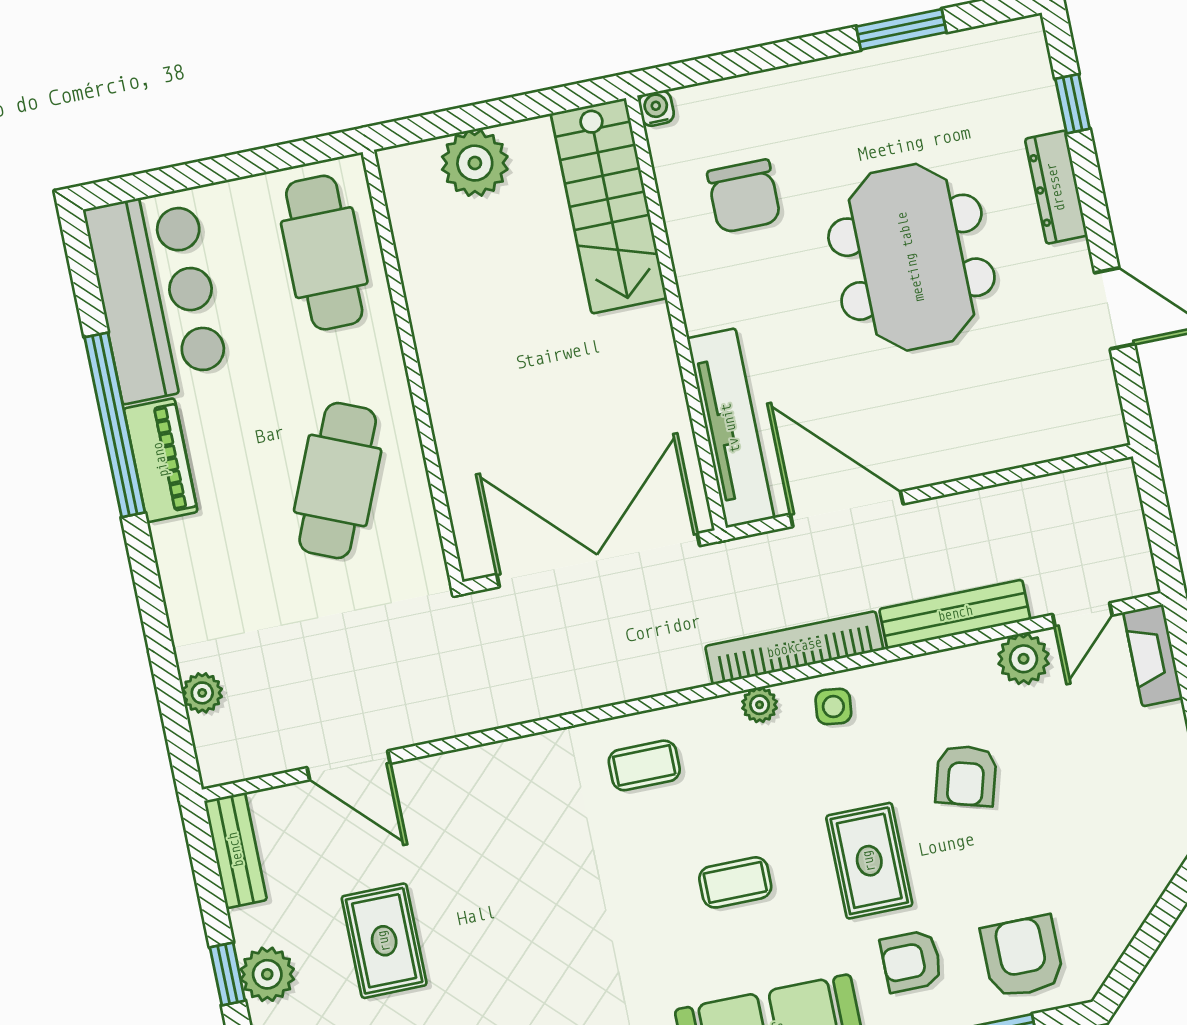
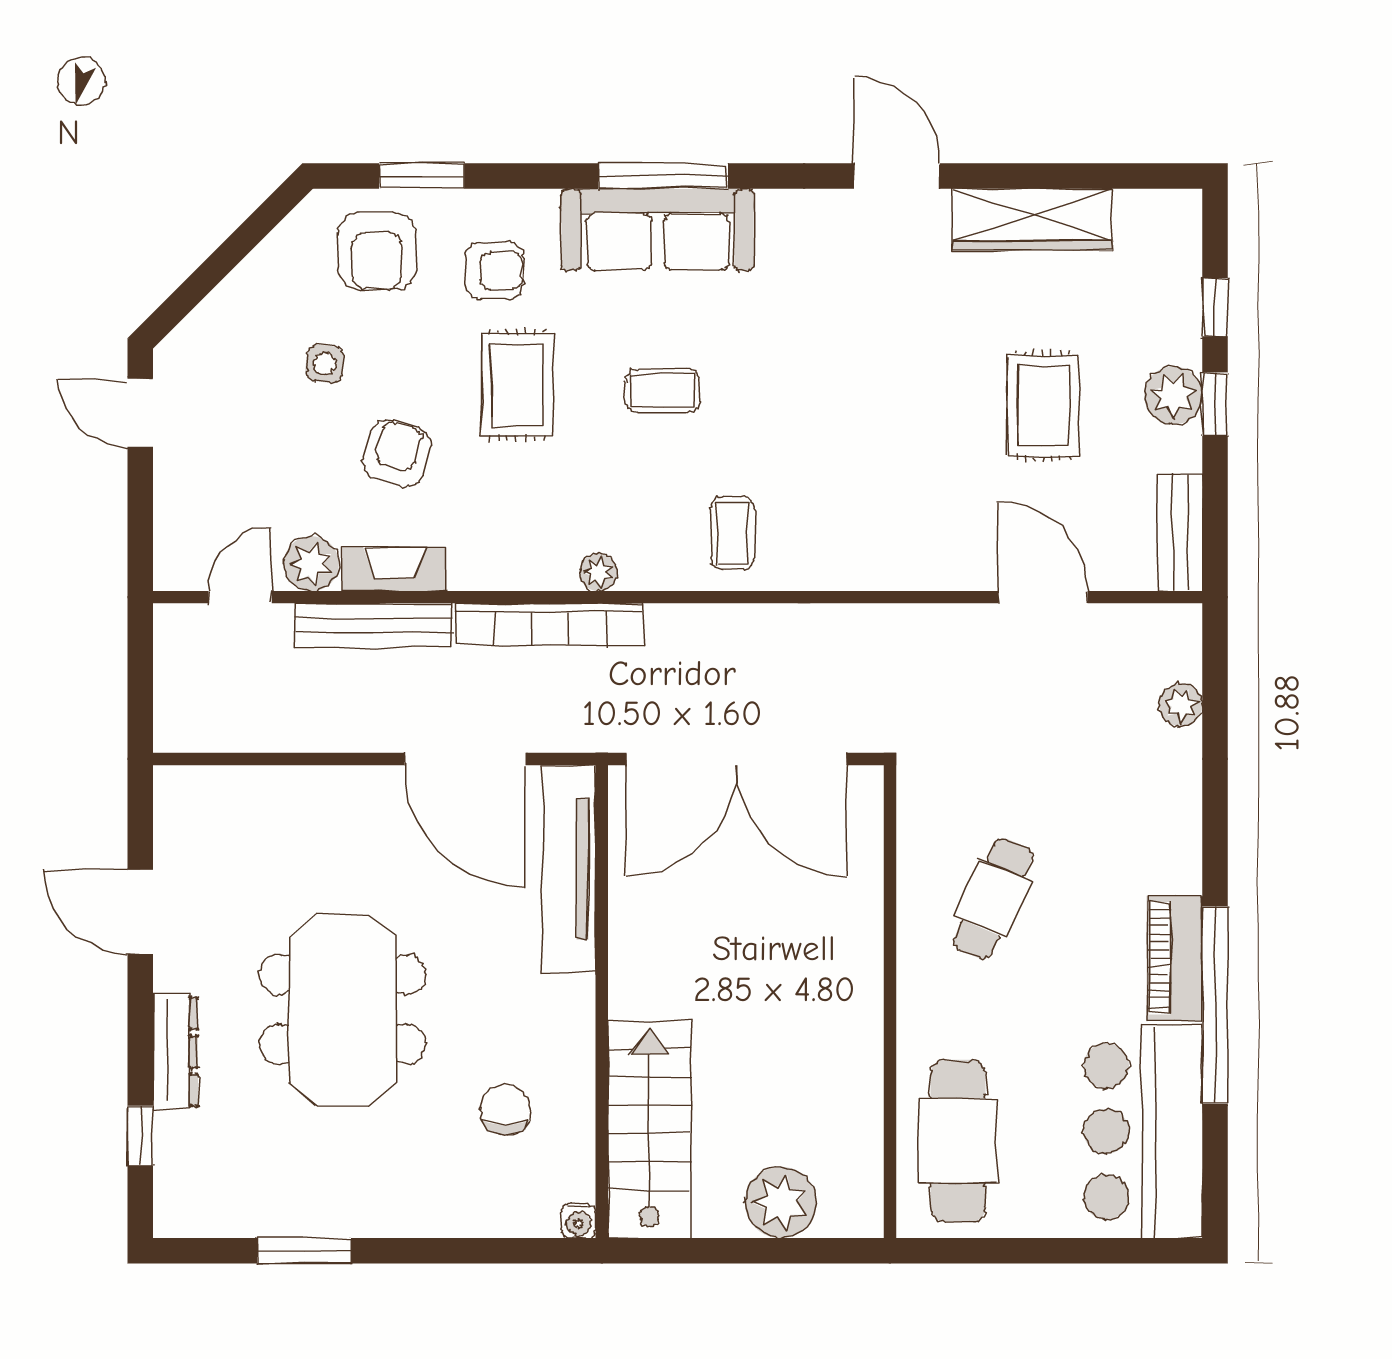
chair: (744, 196) -> (505, 1110), width x0.73, depth x0.73
cafe table: (338, 481) -> (993, 899), width x0.73, depth x0.74
fireplace: (1153, 655) -> (394, 569), moved, turned -90
side table: (833, 706) -> (325, 364), moved
coffee table: (644, 765) -> (733, 533), turned 90

